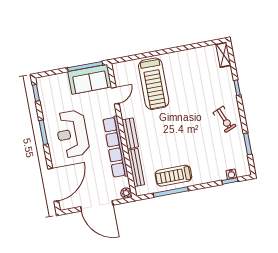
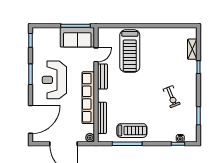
shelving: (223, 55) -> (192, 49), moved
exercise bike: (225, 119) -> (172, 97), moved
bench: (130, 133) -> (102, 76), moved
treadmill: (173, 176) -> (132, 131), turned 180

